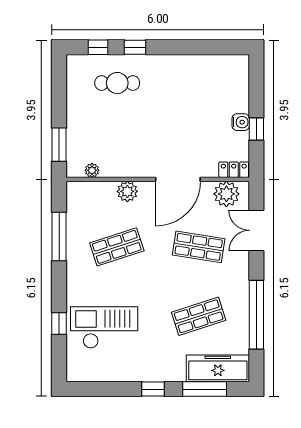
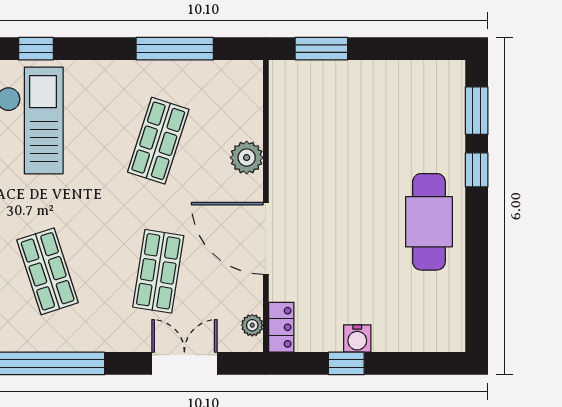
window: (98, 47) -> (477, 111), width x1.50
cafe table: (117, 83) -> (429, 222), moved, width x1.37, depth x1.35
plant: (92, 170) -> (280, 101), removed
plant: (226, 194) -> (252, 325), width x0.53, depth x0.53
shop shelf: (117, 247) -> (158, 141), turned 36

